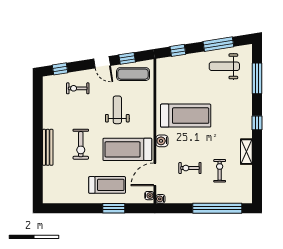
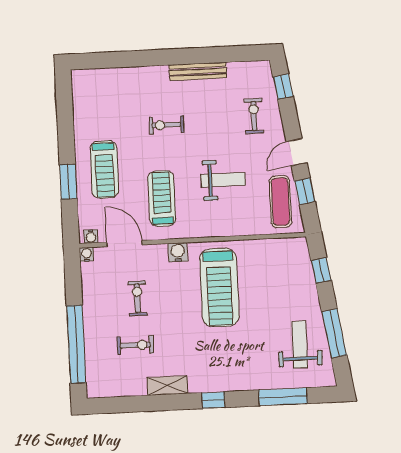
exercise bike: (81, 144) -> (166, 125), width x0.73, depth x0.72
bench: (48, 147) -> (198, 71), moved
treadmill: (127, 149) -> (162, 199), width x0.73, depth x0.73

